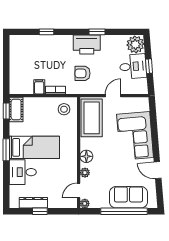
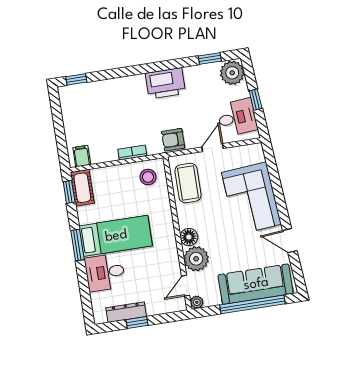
window: (47, 32) -> (76, 79), moved
window: (97, 32) -> (210, 59), moved
desk: (133, 66) -> (237, 118), moved
armchair: (83, 73) -> (173, 140), moved
filing cabinet: (39, 87) -> (82, 156), moved
coffee table: (92, 118) -> (188, 183), width x0.73, depth x0.76
plant: (85, 173) -> (196, 259), width x1.88, depth x1.88
sofa: (128, 197) -> (256, 284), width x1.36

